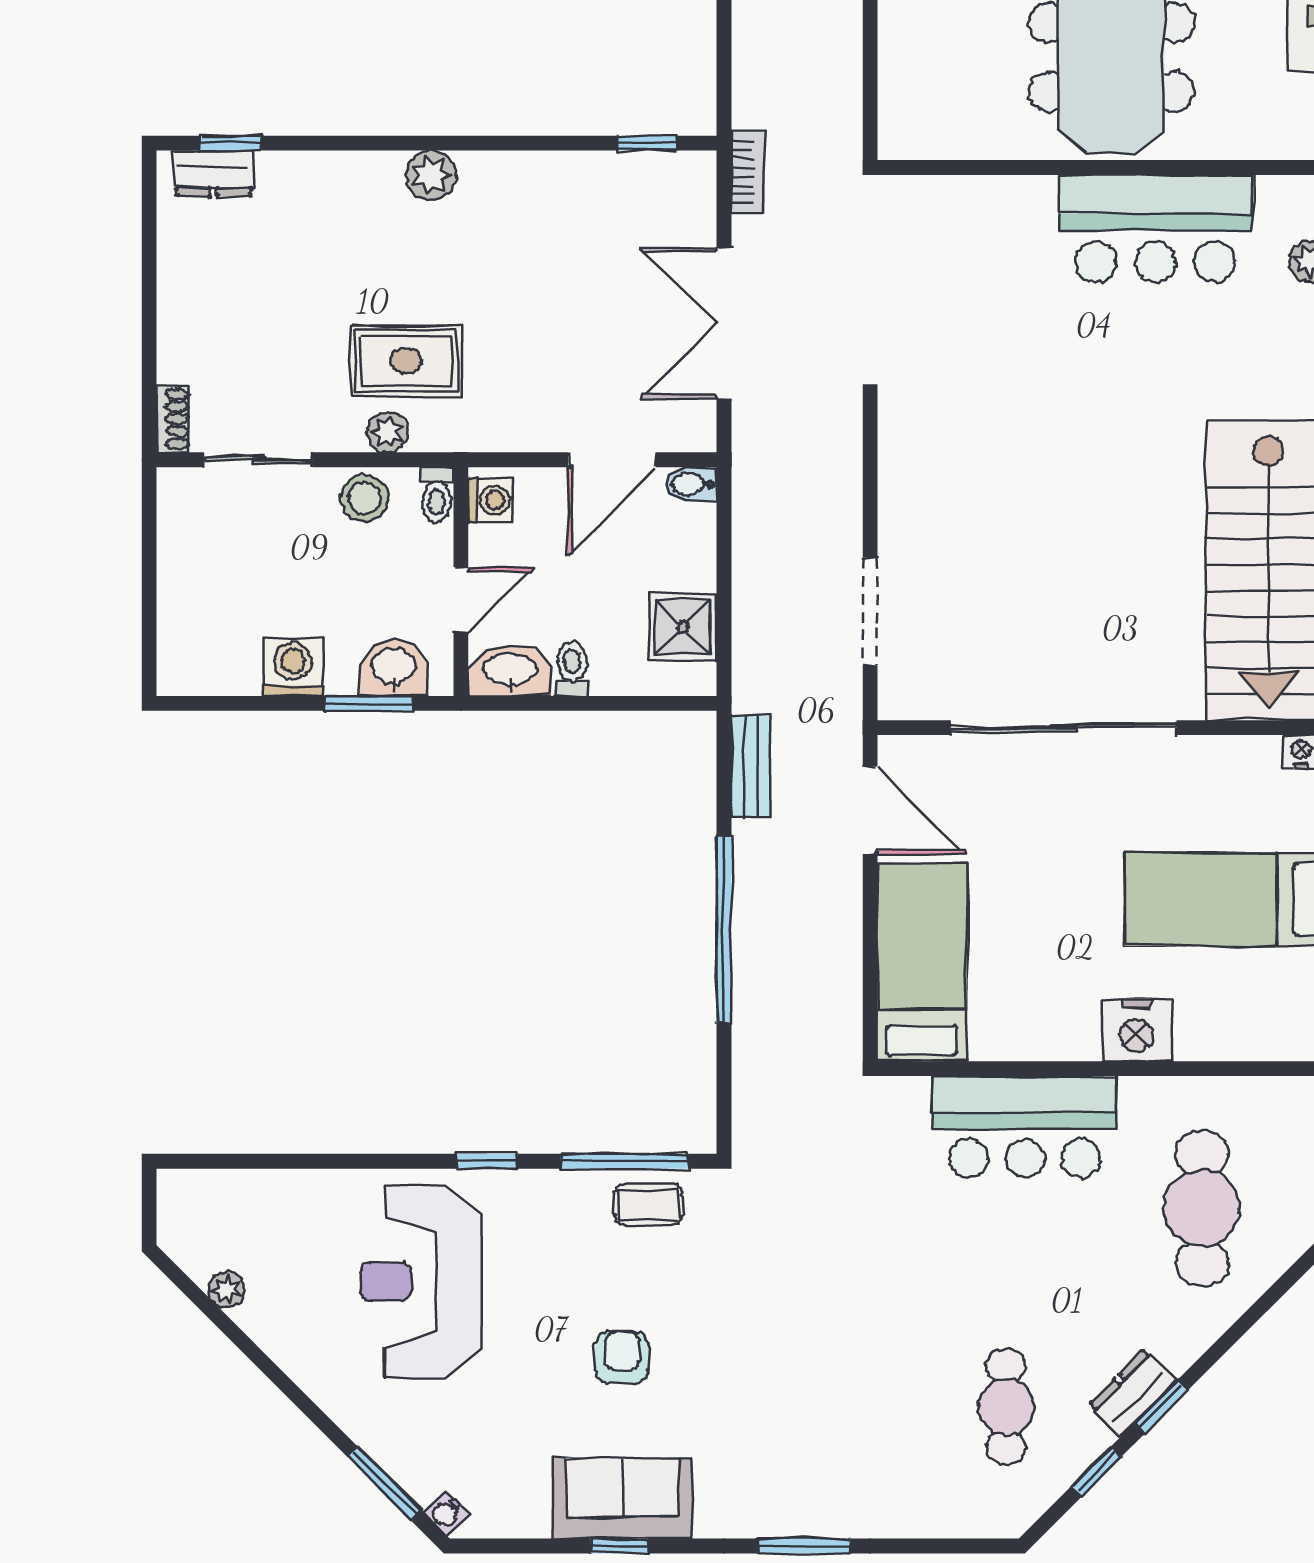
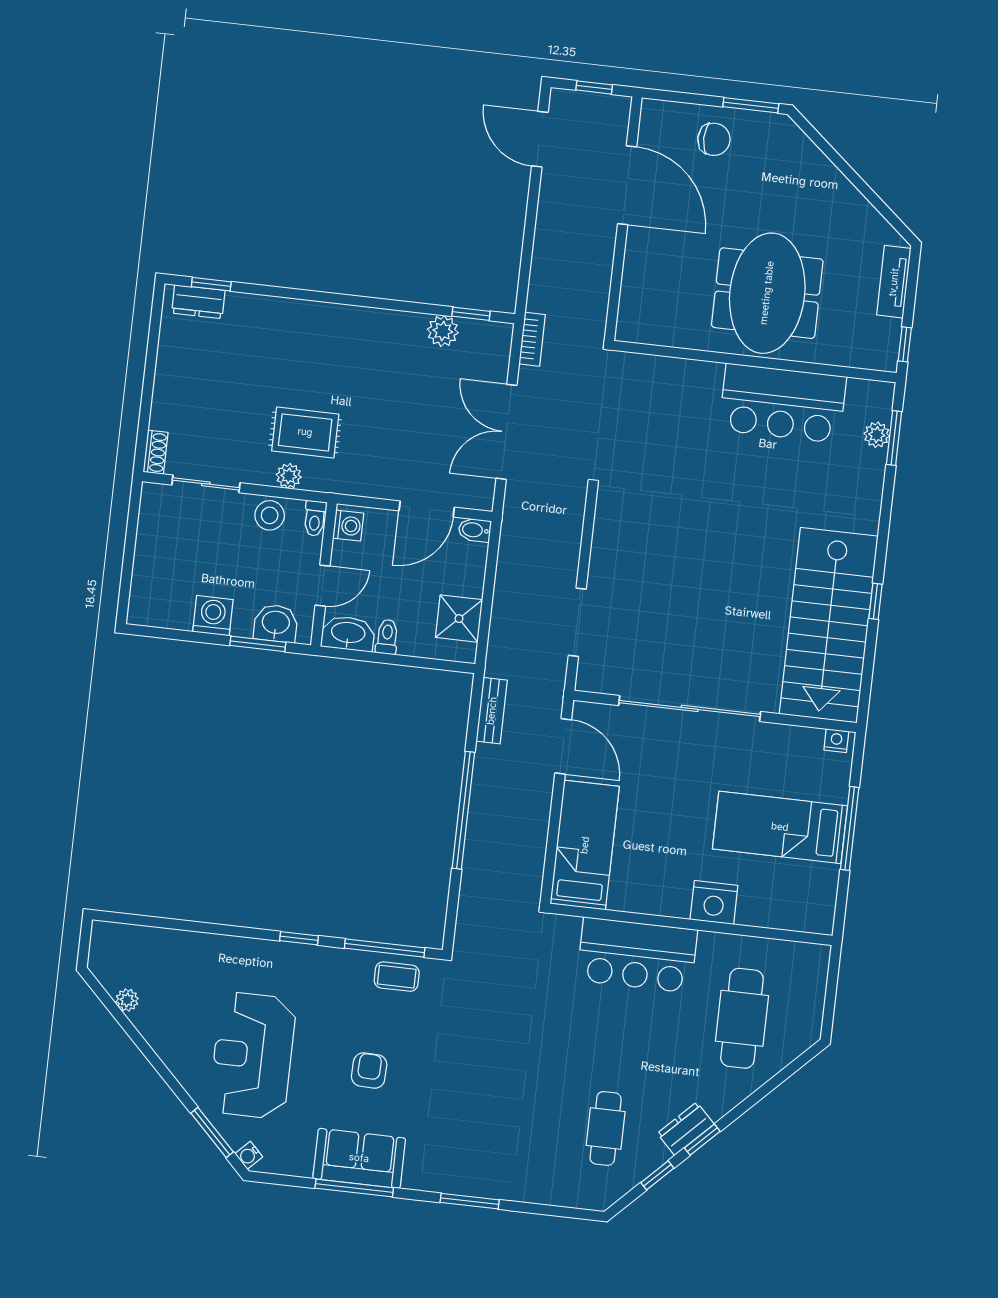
plant: (431, 175) -> (443, 331), moved
reception desk: (421, 1282) -> (253, 1055), moved
window: (619, 1546) -> (354, 1188), width x2.17

